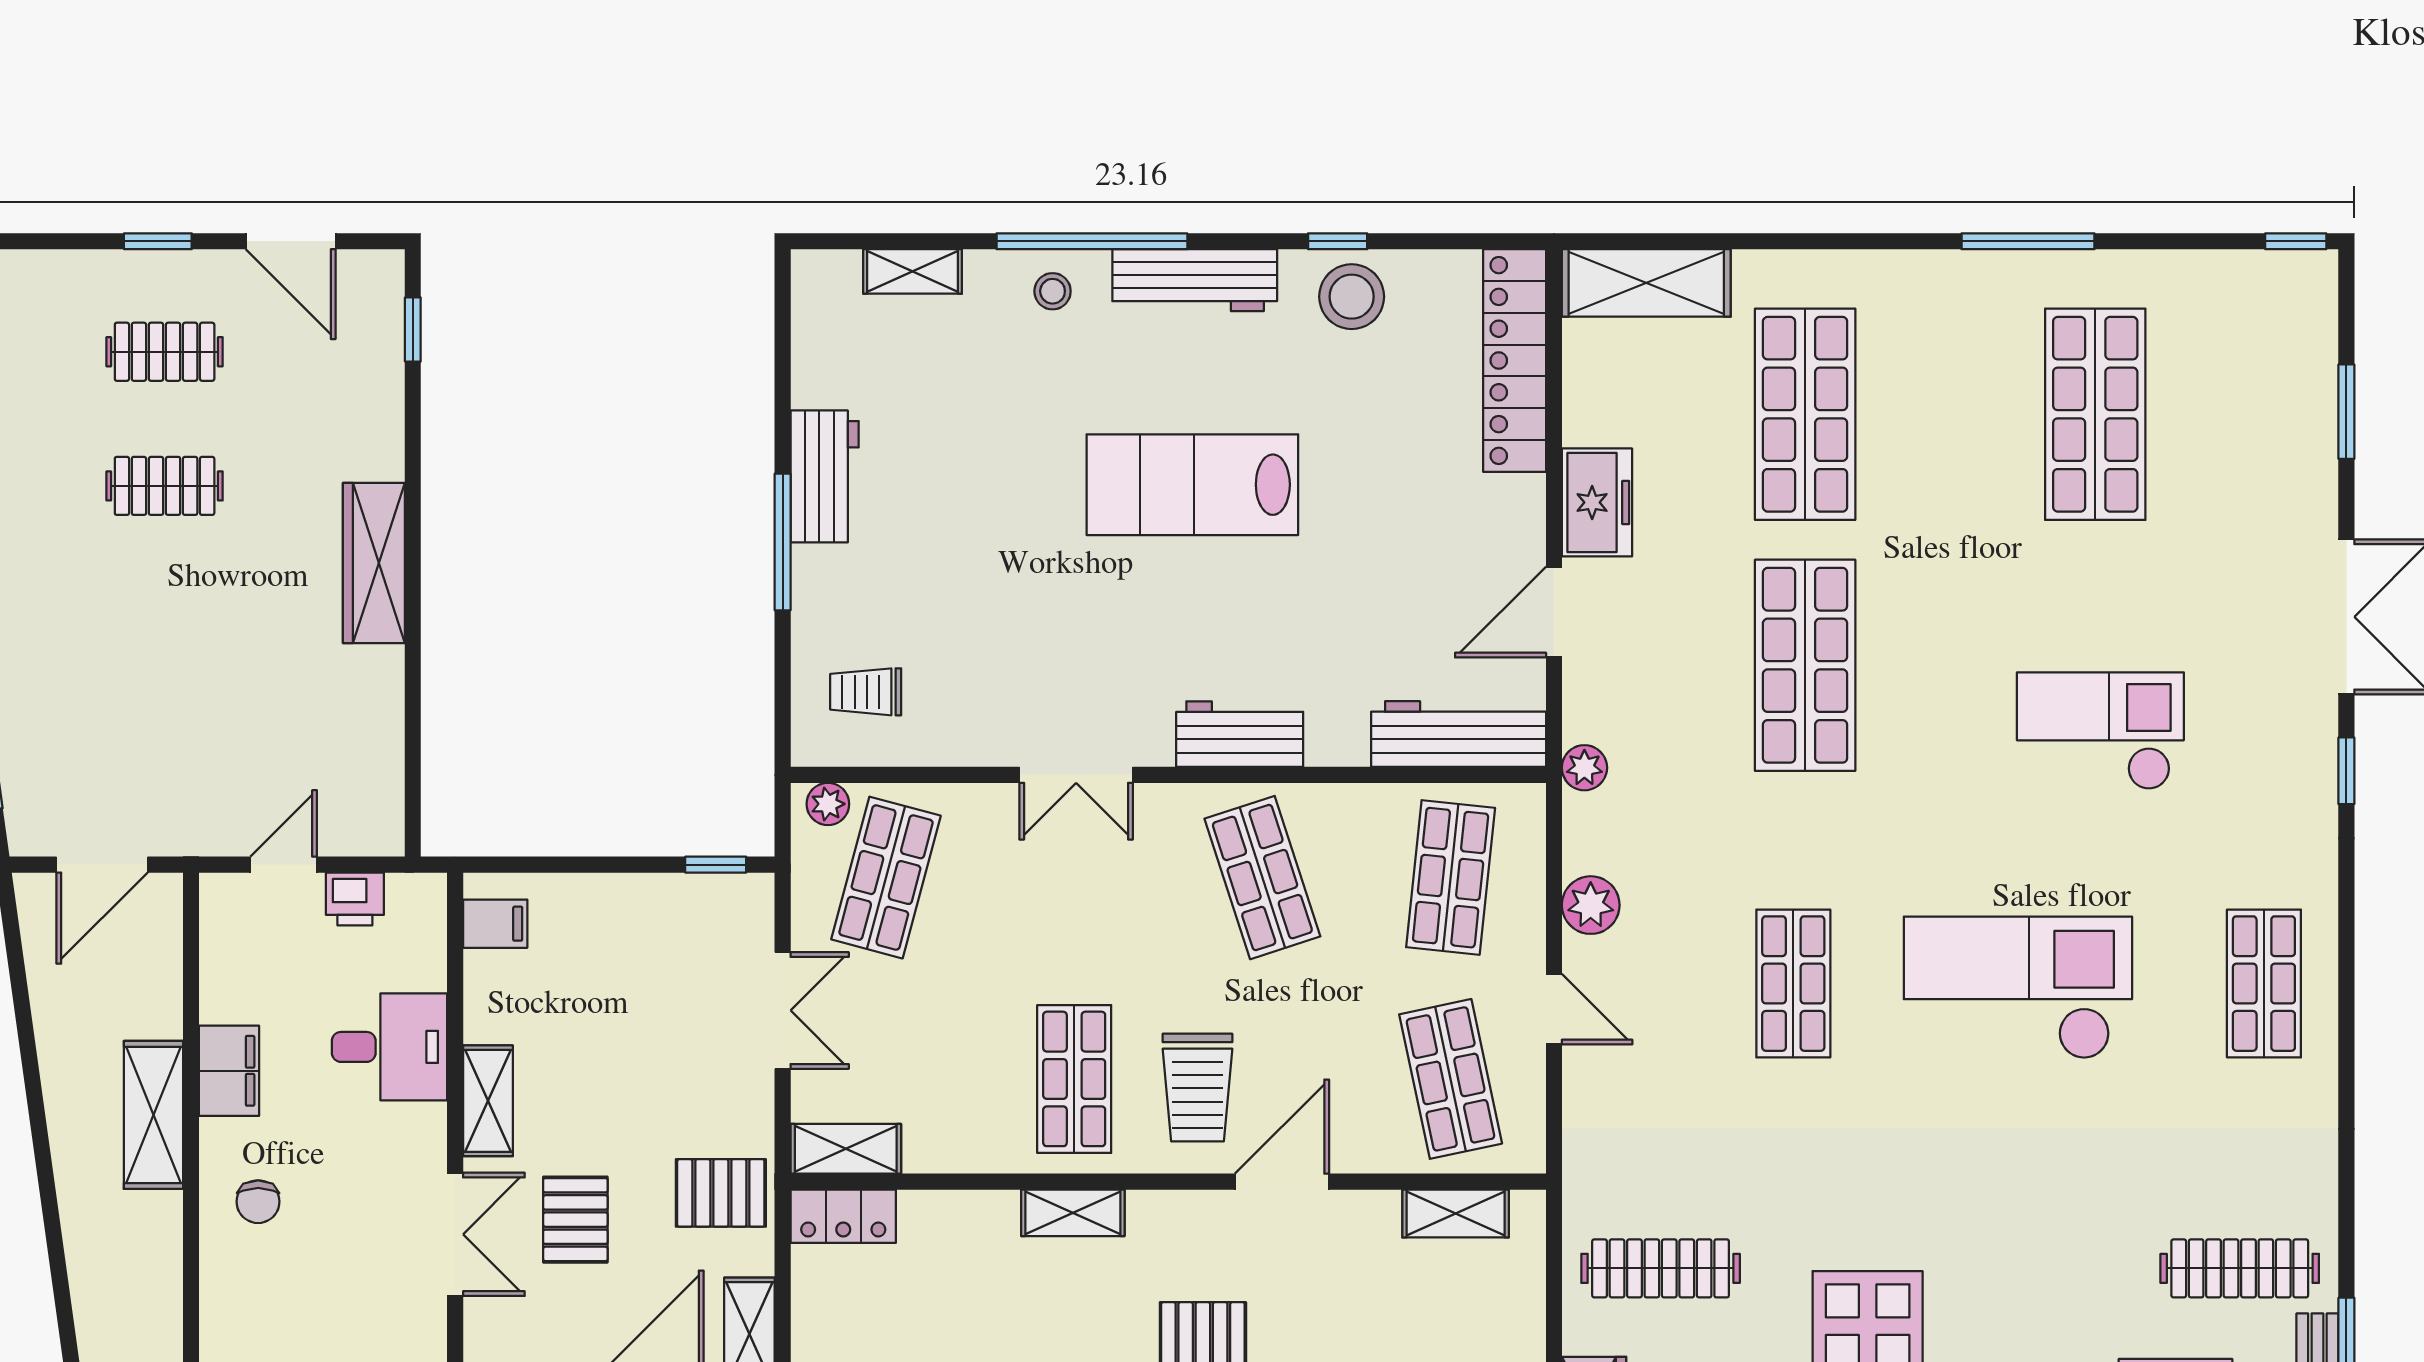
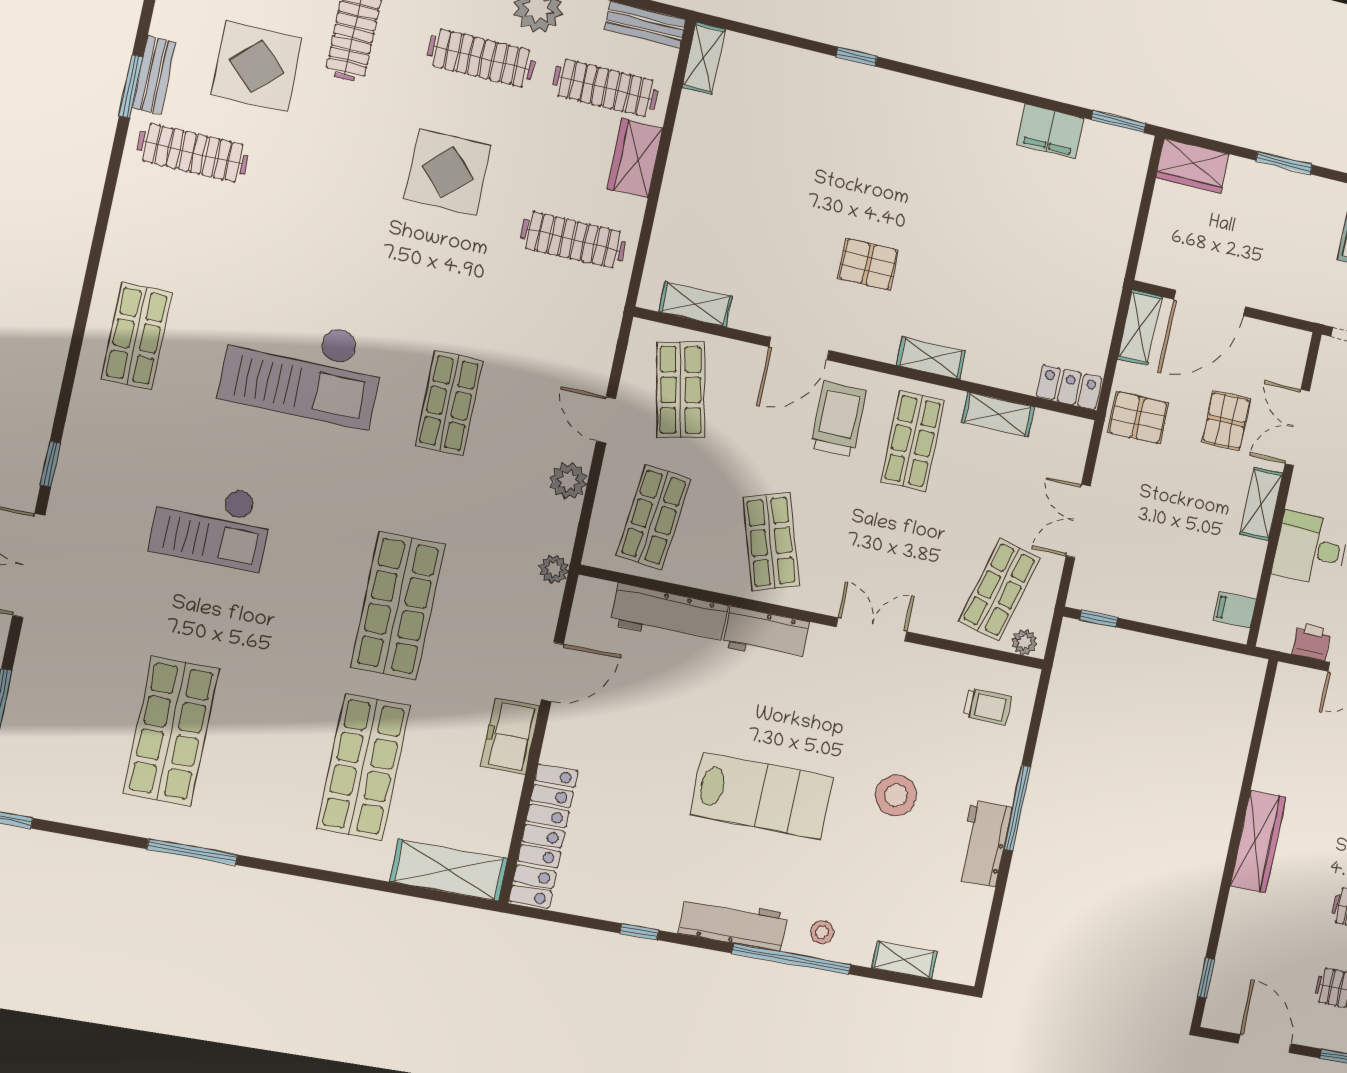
stool: (1352, 297) -> (896, 795), moved
workbench: (1459, 734) -> (669, 615), moved
shelving: (846, 1149) -> (998, 415), moved

